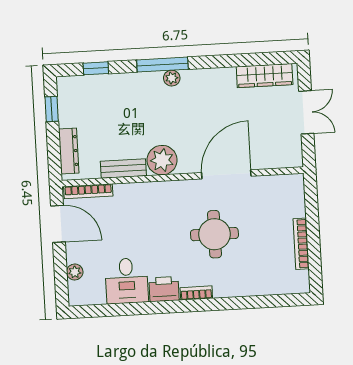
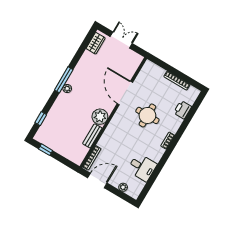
window: (162, 65) -> (64, 80), moved
wardrobe: (265, 76) -> (96, 43), width x0.67
dresser: (69, 151) -> (69, 154), removed
printer: (164, 289) -> (183, 110), moved

